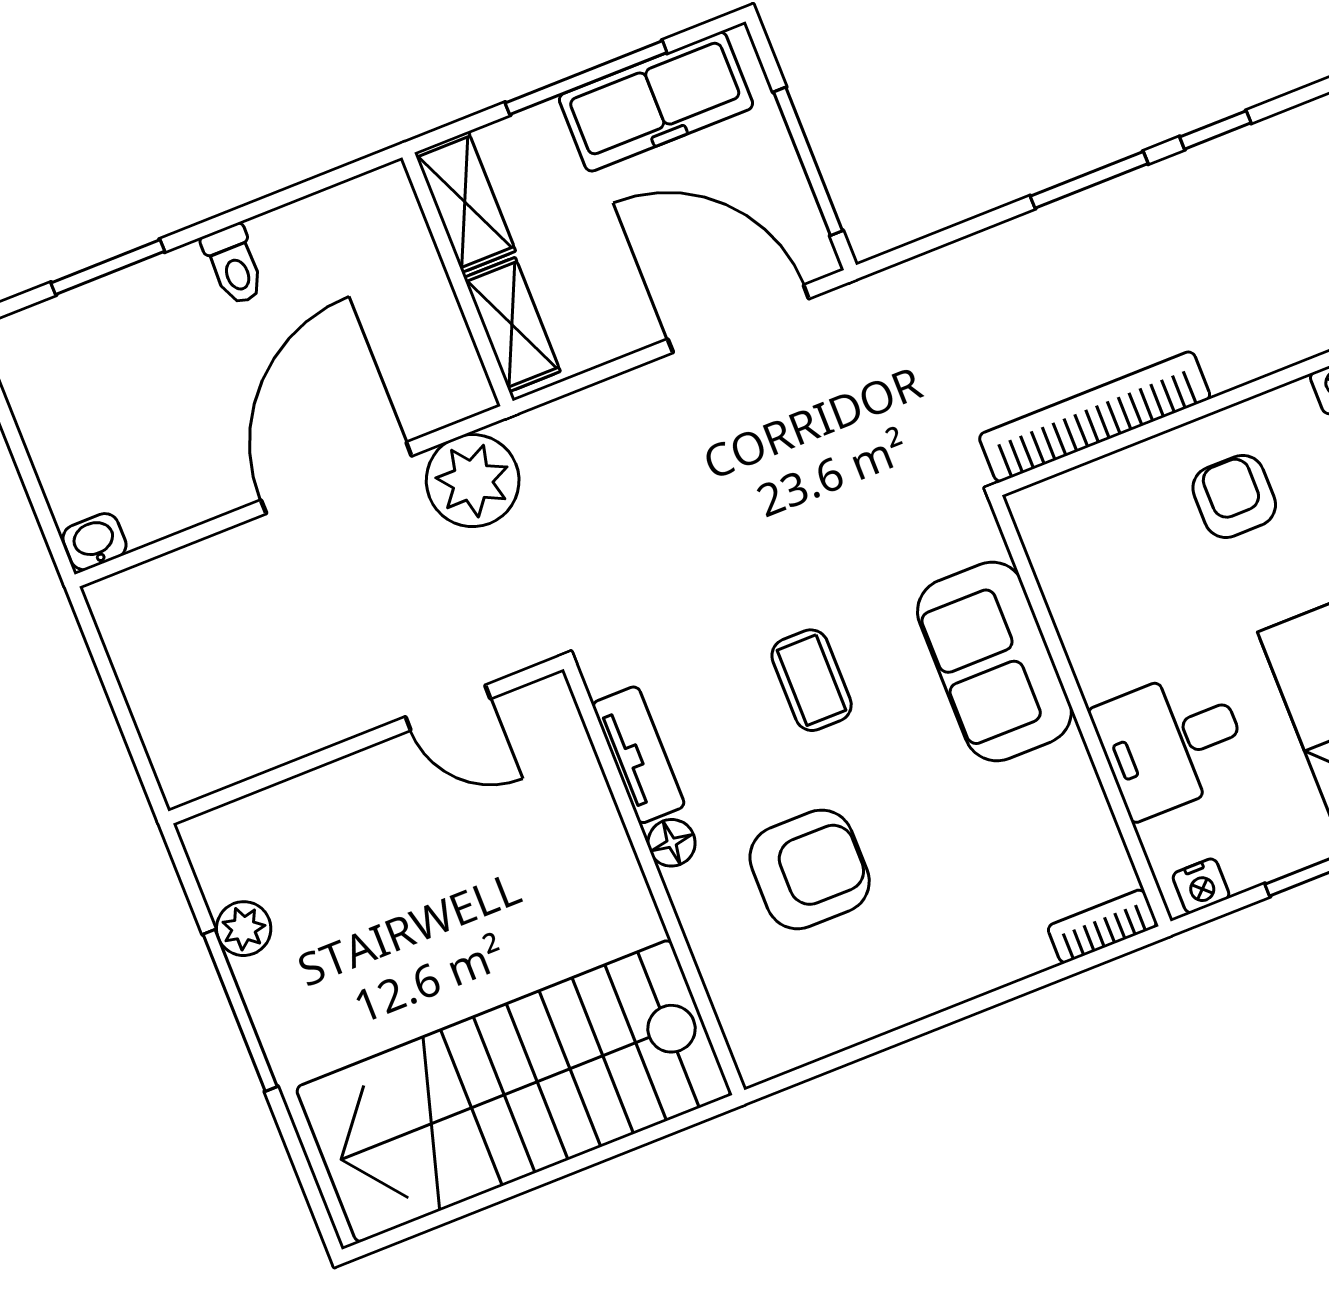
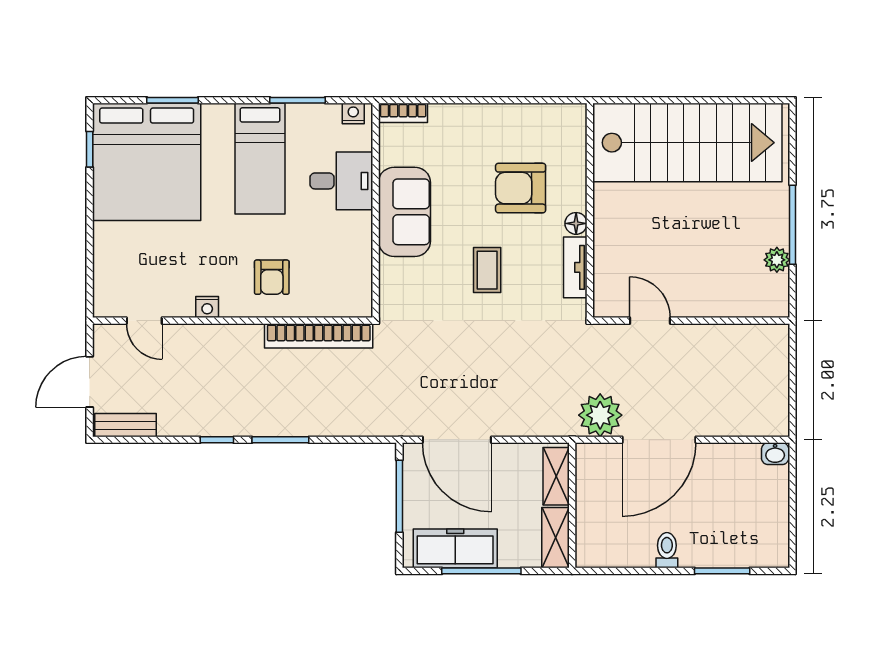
sofa: (994, 661) -> (404, 212), moved

